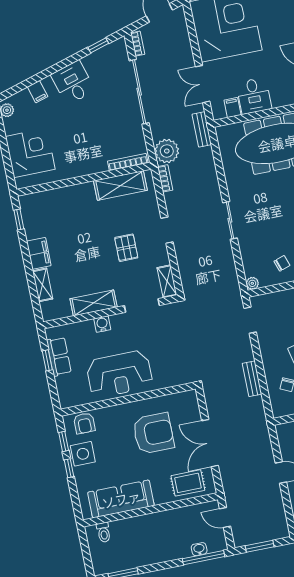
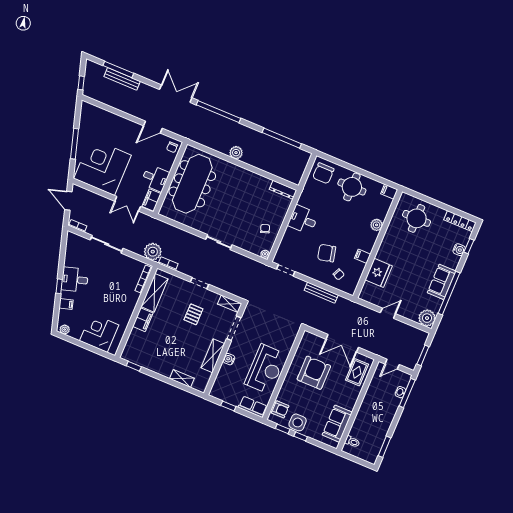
window: (98, 45) -> (59, 286), moved
sliding door: (139, 92) -> (107, 244), width x0.73
filing cabinet: (232, 108) -> (152, 200), width x2.00
bench: (202, 129) -> (154, 222), removed
pallet: (126, 248) -> (193, 314), turned 90
filing cabinet: (39, 253) -> (143, 320), moved, turned 90
row of seats: (59, 356) -> (253, 407), moved
bench: (252, 379) -> (321, 293), width x1.36
sofa: (121, 499) -> (337, 424), width x0.73

